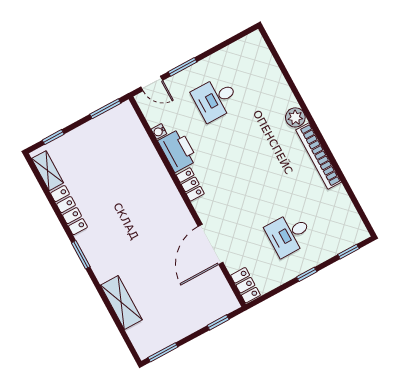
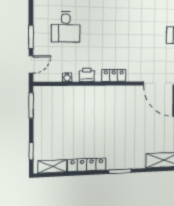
printer: (178, 151) -> (87, 75), width x0.53, depth x0.68

